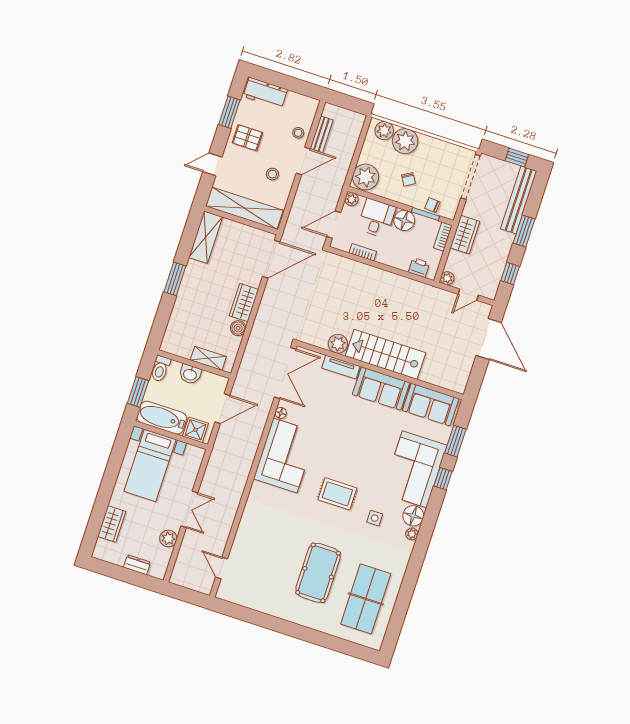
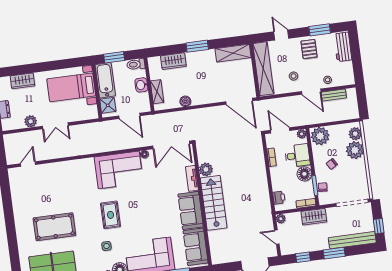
wardrobe: (244, 303) -> (173, 61), moved, turned 180

